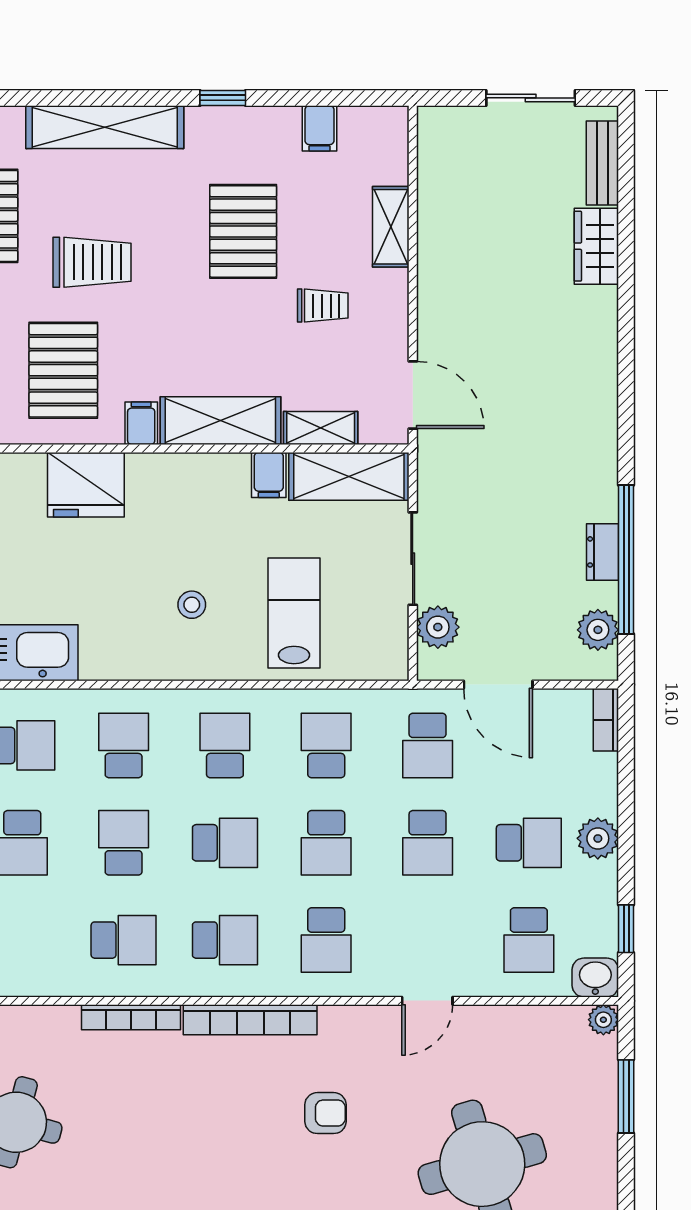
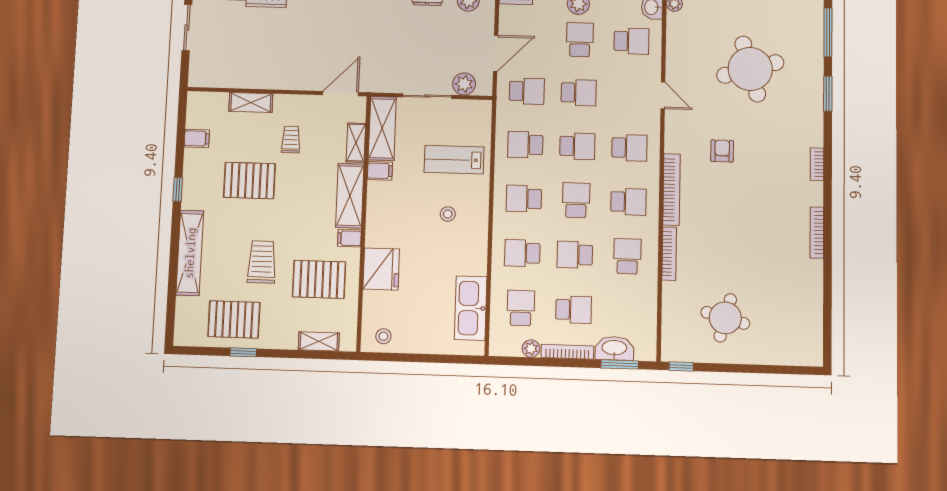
school desk: (225, 940) -> (628, 202), turned 90

